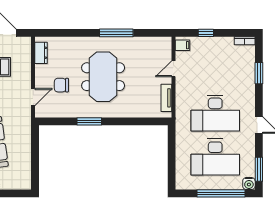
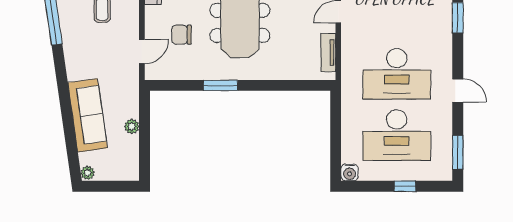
plant: (26, 151) -> (132, 126), added
water cooler: (249, 184) -> (350, 172), moved
window: (221, 193) -> (405, 186), width x0.32

